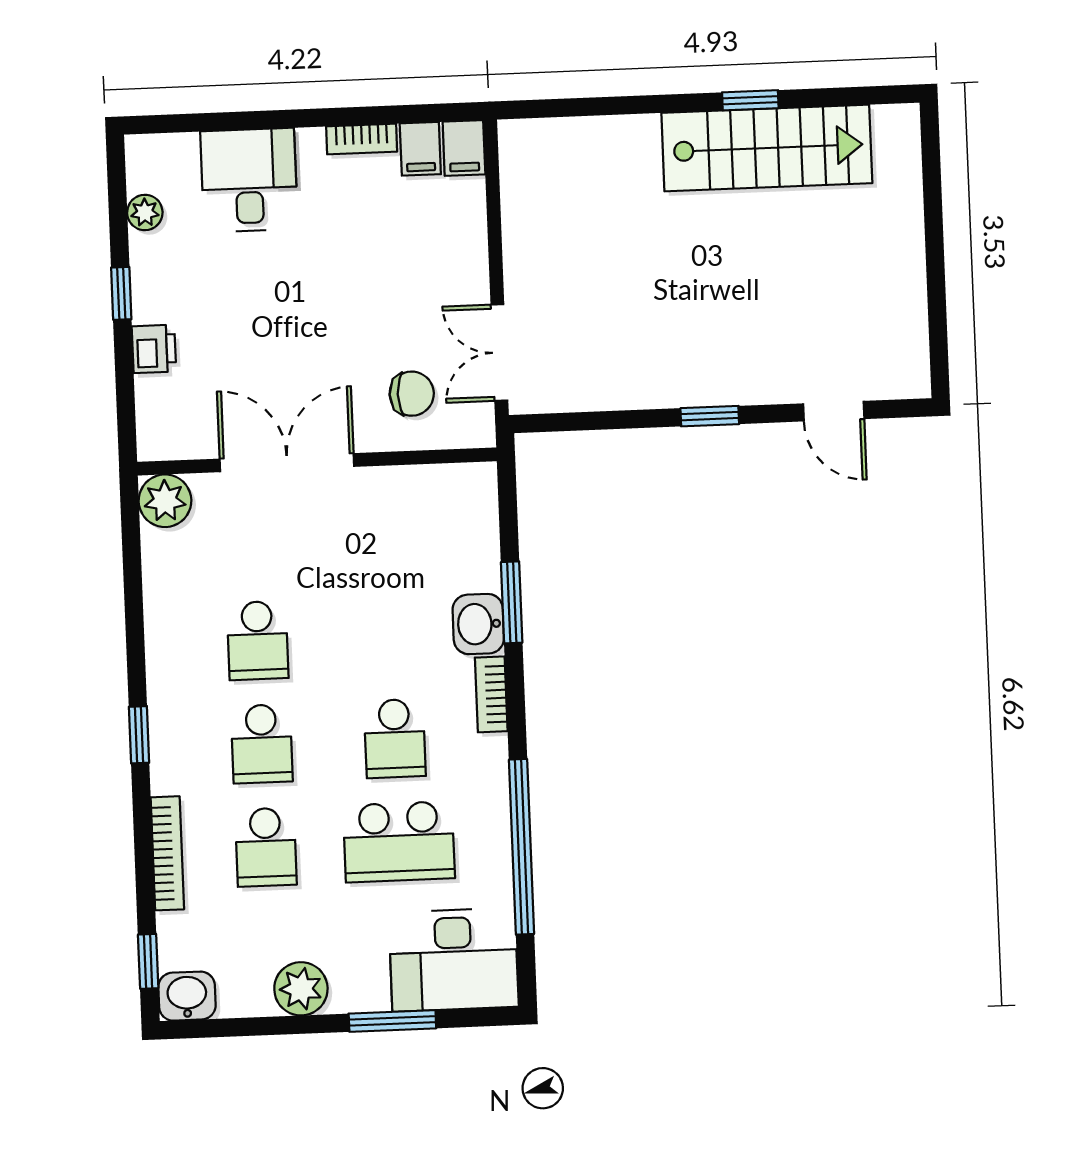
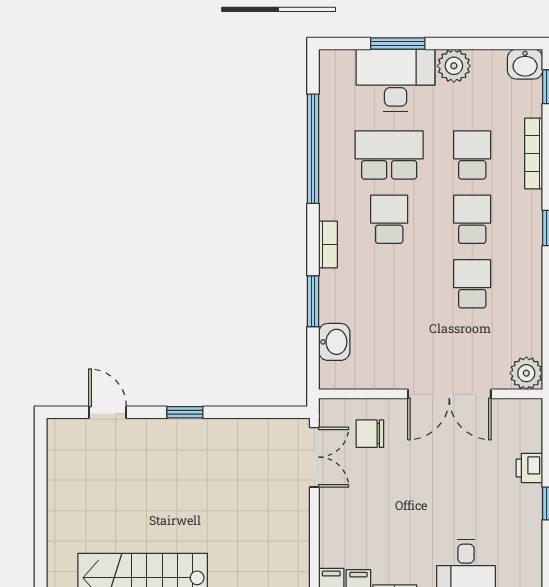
plant: (145, 212) -> (532, 553), removed
washbasin: (478, 624) -> (334, 342), moved
desk: (454, 960) -> (396, 80), moved

